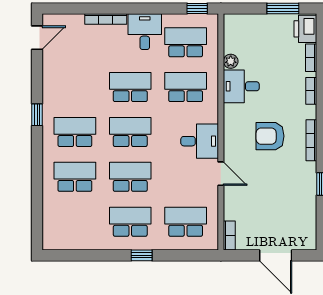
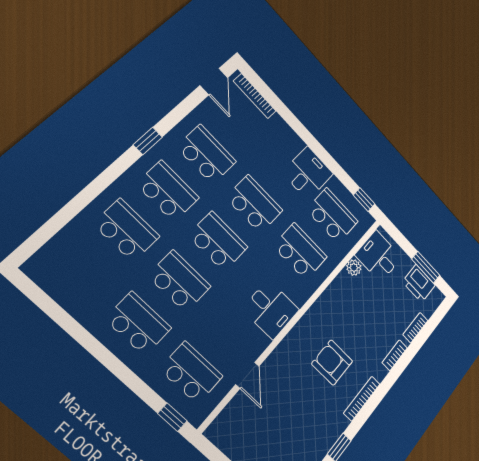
bookcase: (106, 19) -> (255, 96), moved
printer: (305, 29) -> (419, 283), moved, turned -90
door: (37, 38) -> (214, 82), hinge flipped
desk: (241, 86) -> (378, 256), moved
school desk: (75, 87) -> (206, 154), added
door: (221, 174) -> (247, 375), moved
bookcase: (229, 236) -> (220, 424), removed
window: (142, 255) -> (172, 417), moved

